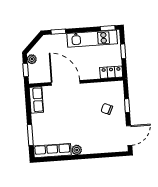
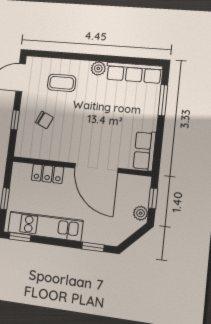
locker: (111, 72) -> (48, 174), moved
coffee table: (100, 136) -> (62, 83), added

